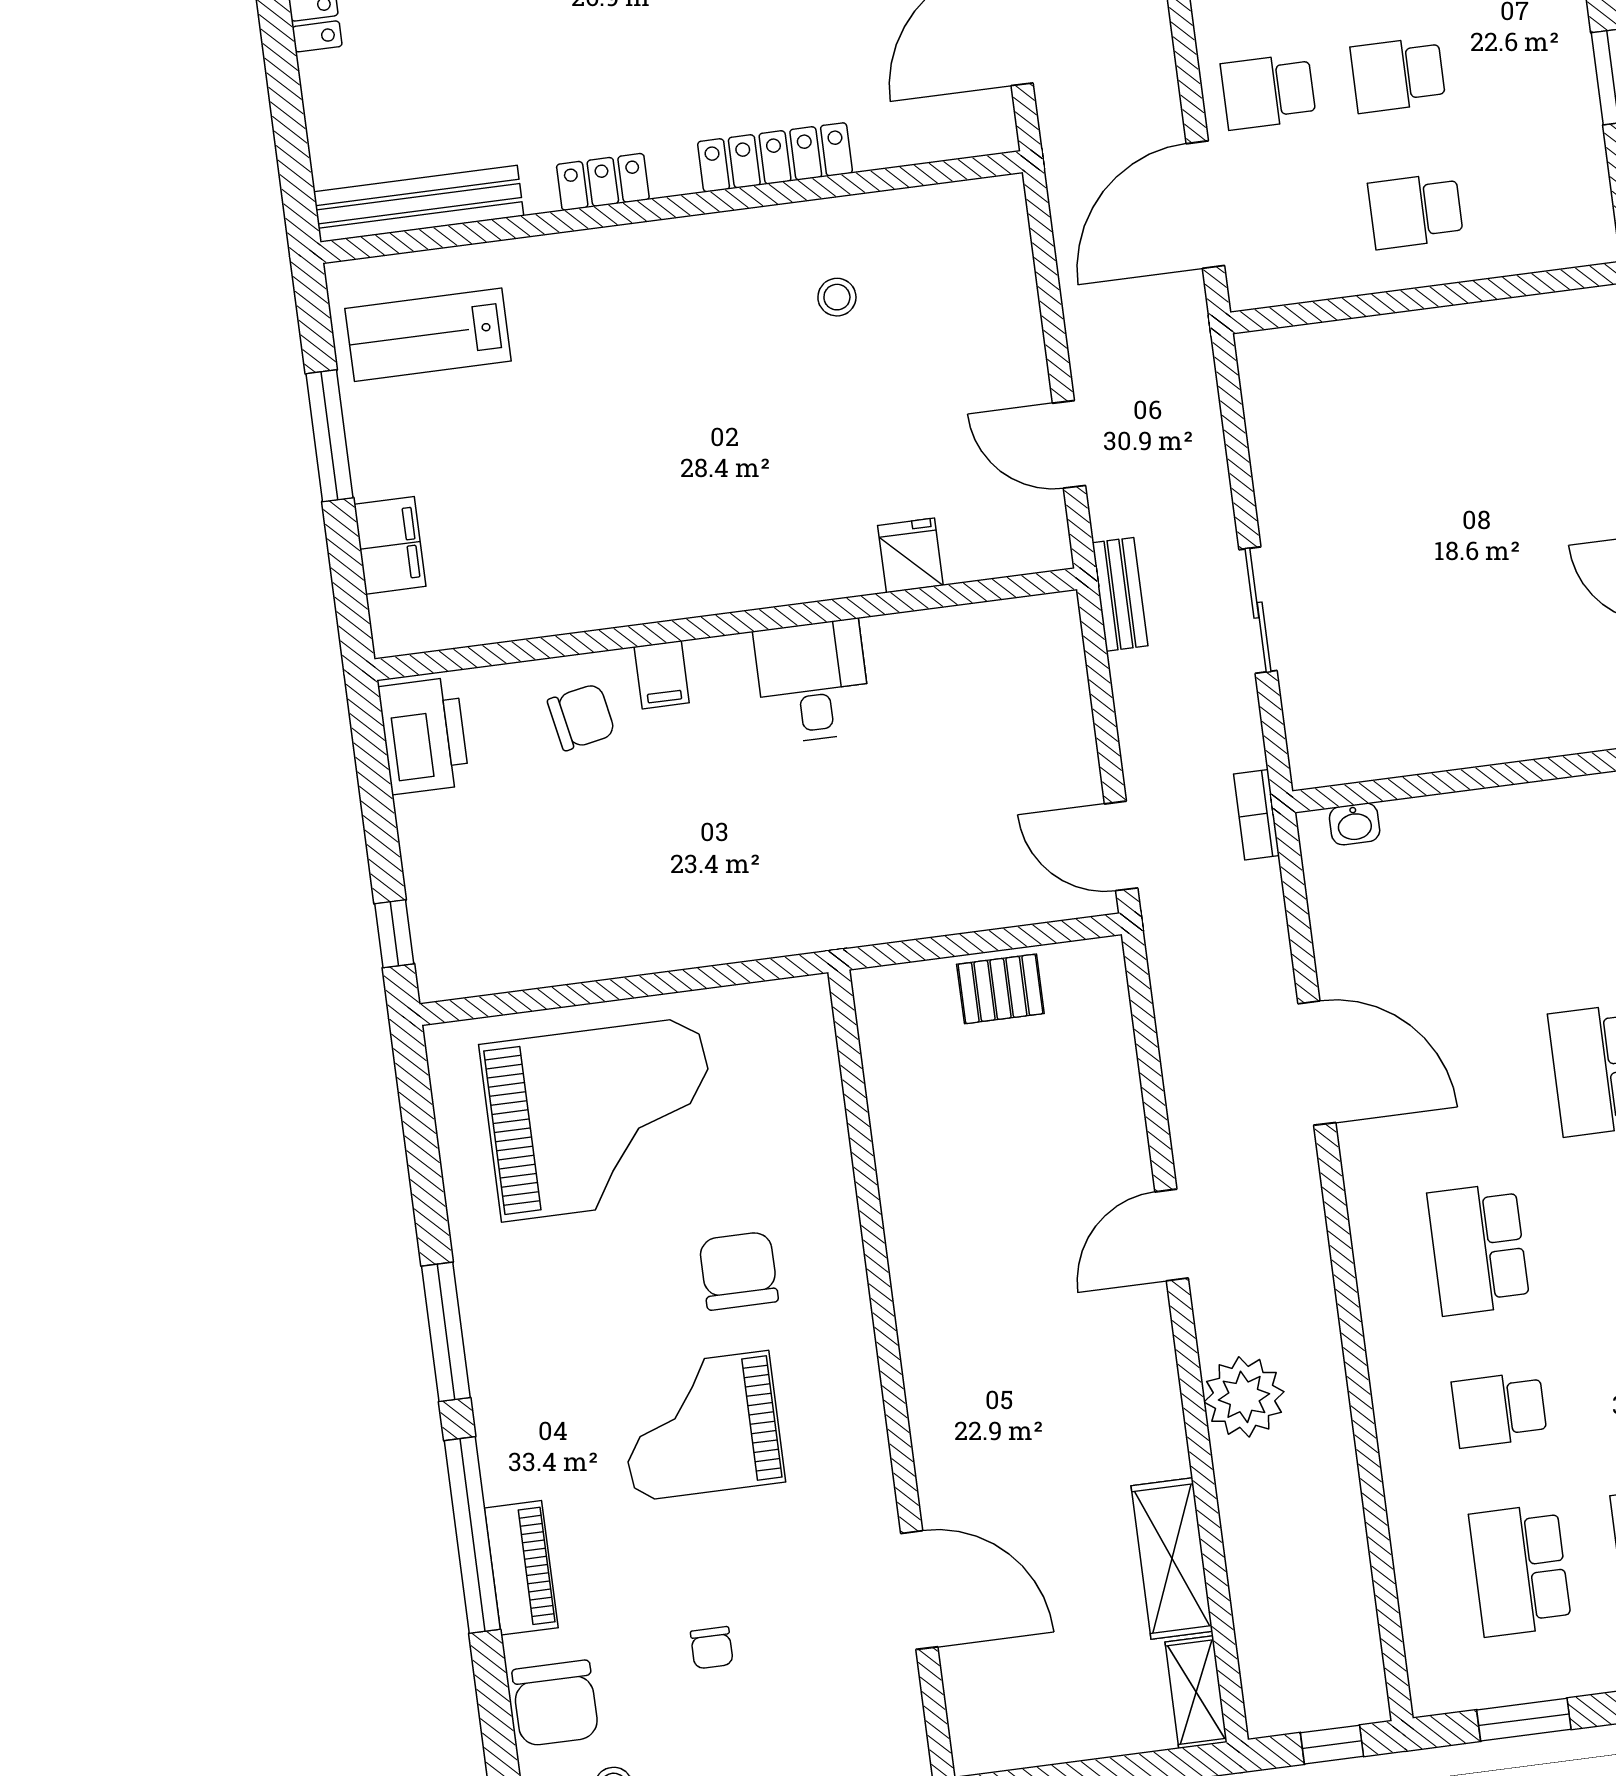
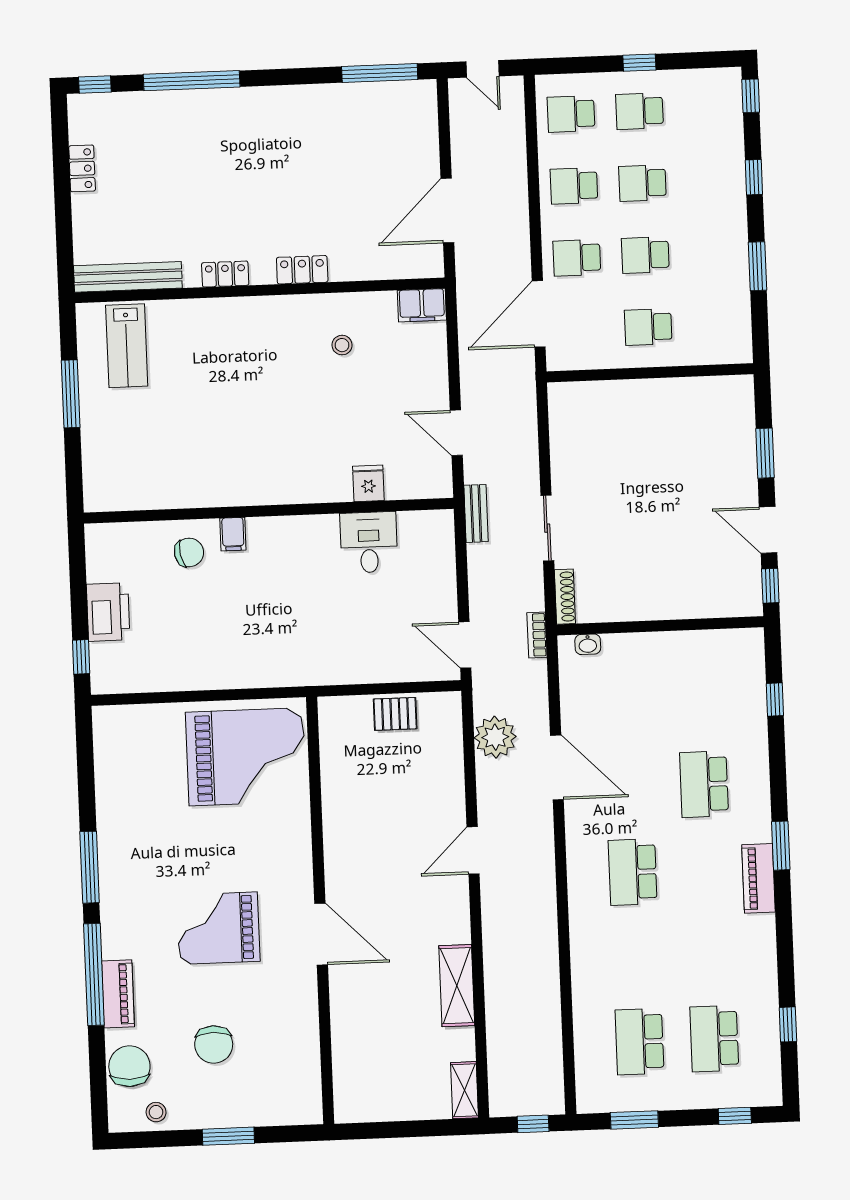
locker: (775, 157) -> (302, 270), width x0.66
lab bench: (428, 335) -> (127, 346), turned -90
filing cabinet: (390, 545) -> (422, 305), moved, turned 90
desk: (813, 681) -> (369, 542), moved
printer: (424, 736) -> (108, 612), moved
shoe rack: (1303, 737) -> (565, 597), added
grand piano: (601, 1119) -> (246, 757), moved
chair: (739, 1271) -> (245, 849), removed
plant: (1244, 1397) -> (495, 737), moved
school desk: (1499, 1410) -> (636, 957), removed
shelving: (1172, 1559) -> (457, 986), moved
door: (919, 1590) -> (321, 934), moved
chair: (712, 1648) -> (214, 1044), width x1.87, depth x1.87
chair: (555, 1703) -> (129, 1066), turned 180

